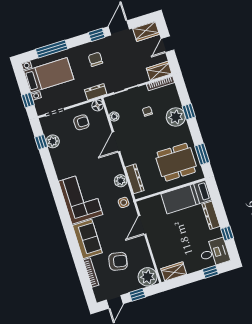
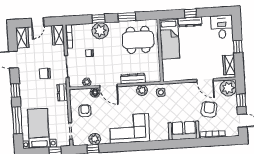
window: (97, 35) -> (15, 90), moved
door: (168, 44) -> (38, 22), hinge flipped
chair: (95, 59) -> (45, 73), moved
floor lamp: (97, 105) -> (95, 93), moved
window: (202, 154) -> (127, 17), moved
dining table: (176, 162) -> (138, 40), turned 90
dresser: (135, 179) -> (133, 79), moved
corner sofa: (81, 198) -> (129, 129), moved
door: (142, 225) -> (205, 80), moved
window: (227, 233) -> (190, 13), moved
window: (210, 272) -> (238, 47), moved

